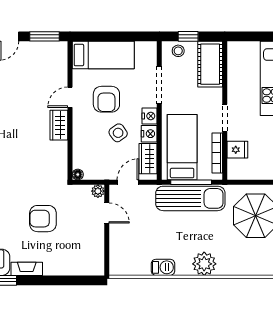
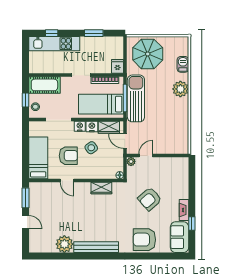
wardrobe: (59, 125) -> (101, 188), moved
fridge: (237, 150) -> (117, 66), moved
armchair: (43, 219) -> (150, 199), turned 49
barbecue: (163, 267) -> (183, 64), moved

